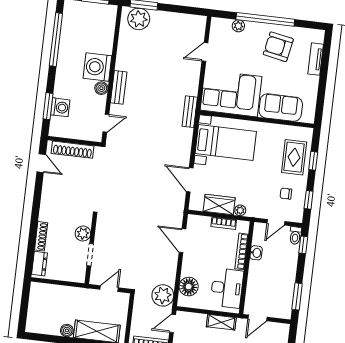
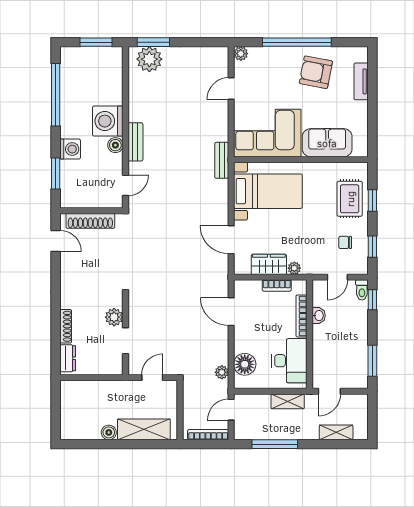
plant: (238, 26) -> (241, 54), moved
washing machine: (60, 107) -> (70, 149), moved
plant: (163, 295) -> (222, 372), width x0.53, depth x0.53

